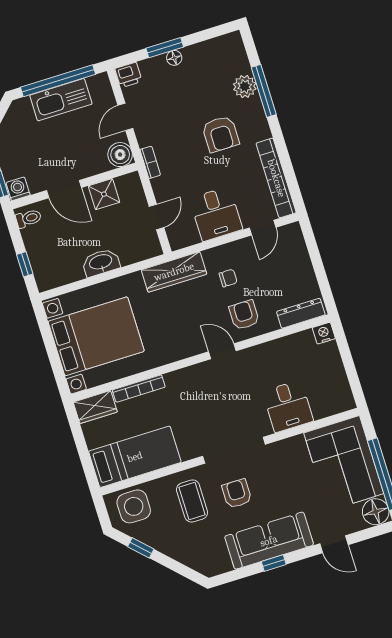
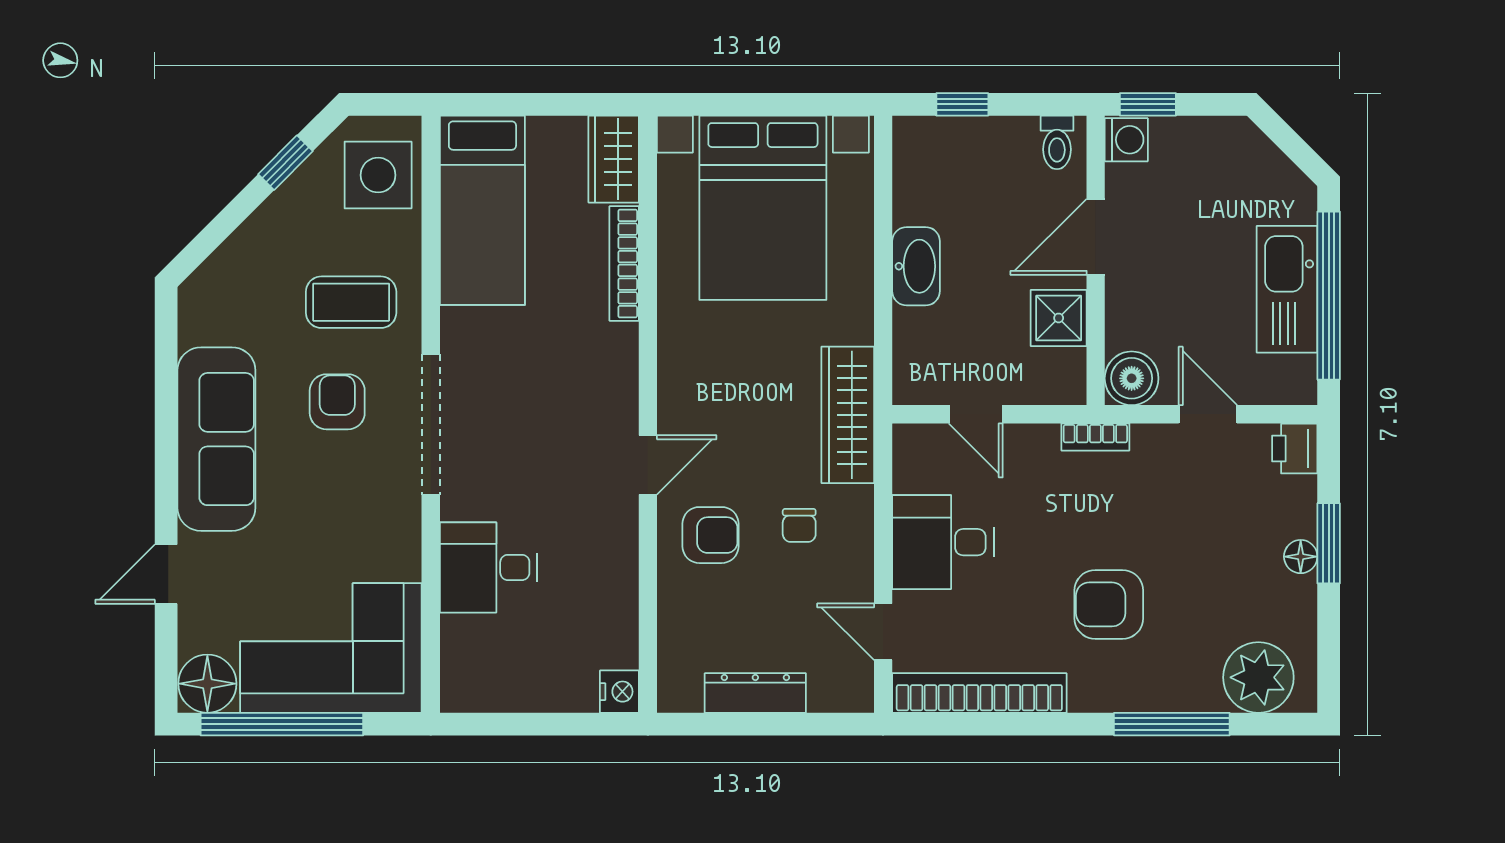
plant: (245, 86) -> (1258, 677), moved, width x1.36, depth x1.36
dresser: (301, 313) -> (755, 693), moved, turned -90
armchair: (237, 494) -> (337, 402), turned -90
window: (274, 563) -> (166, 434), removed

